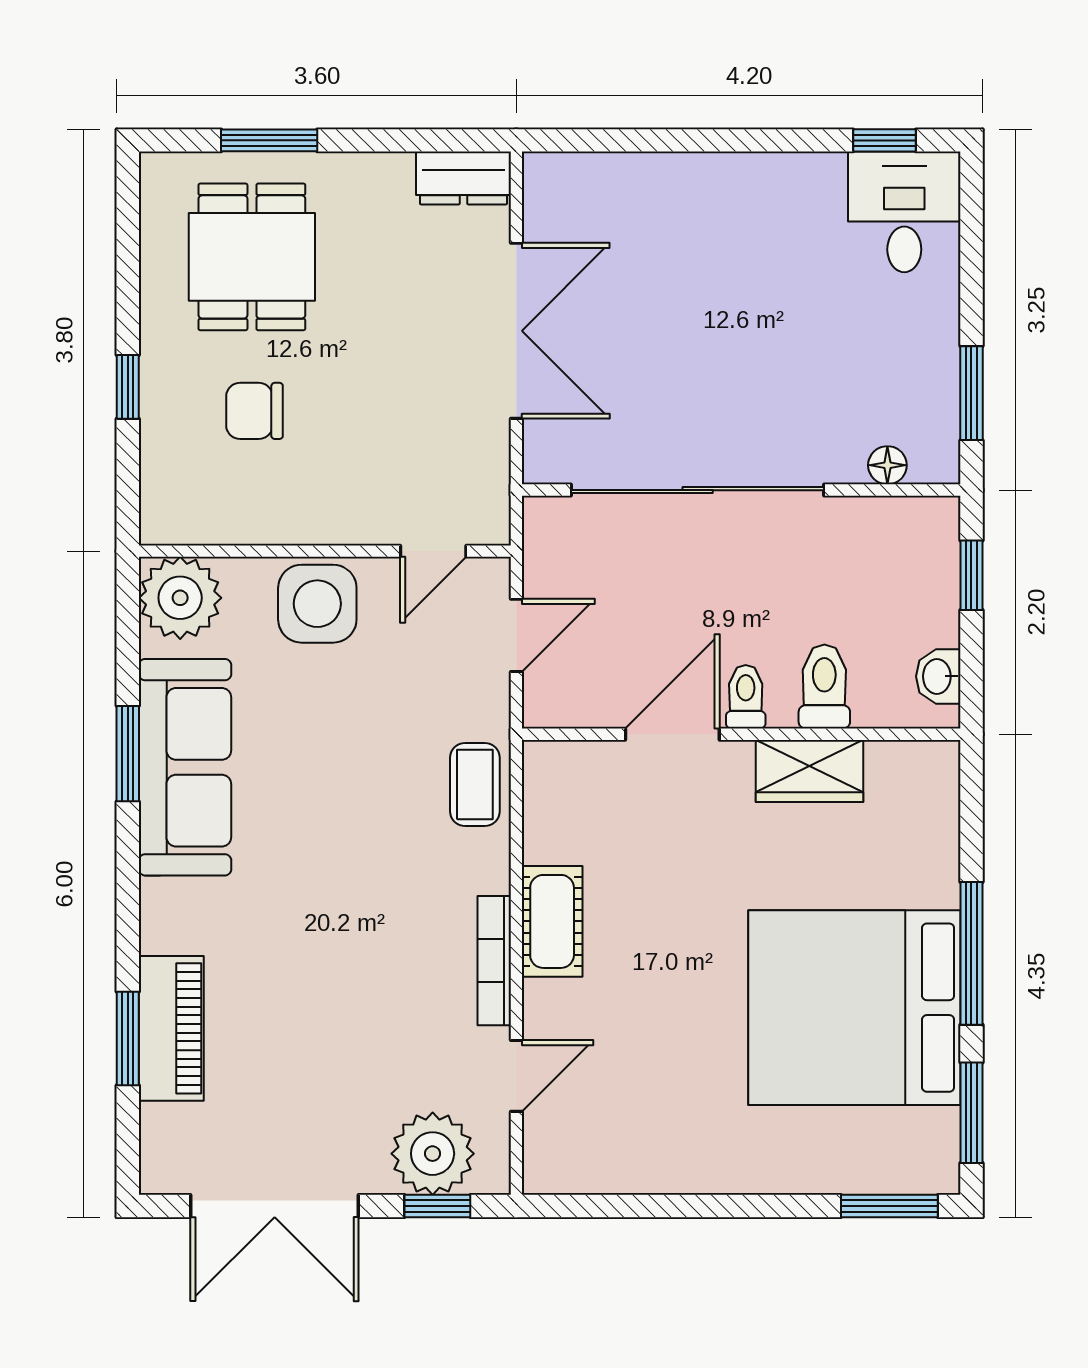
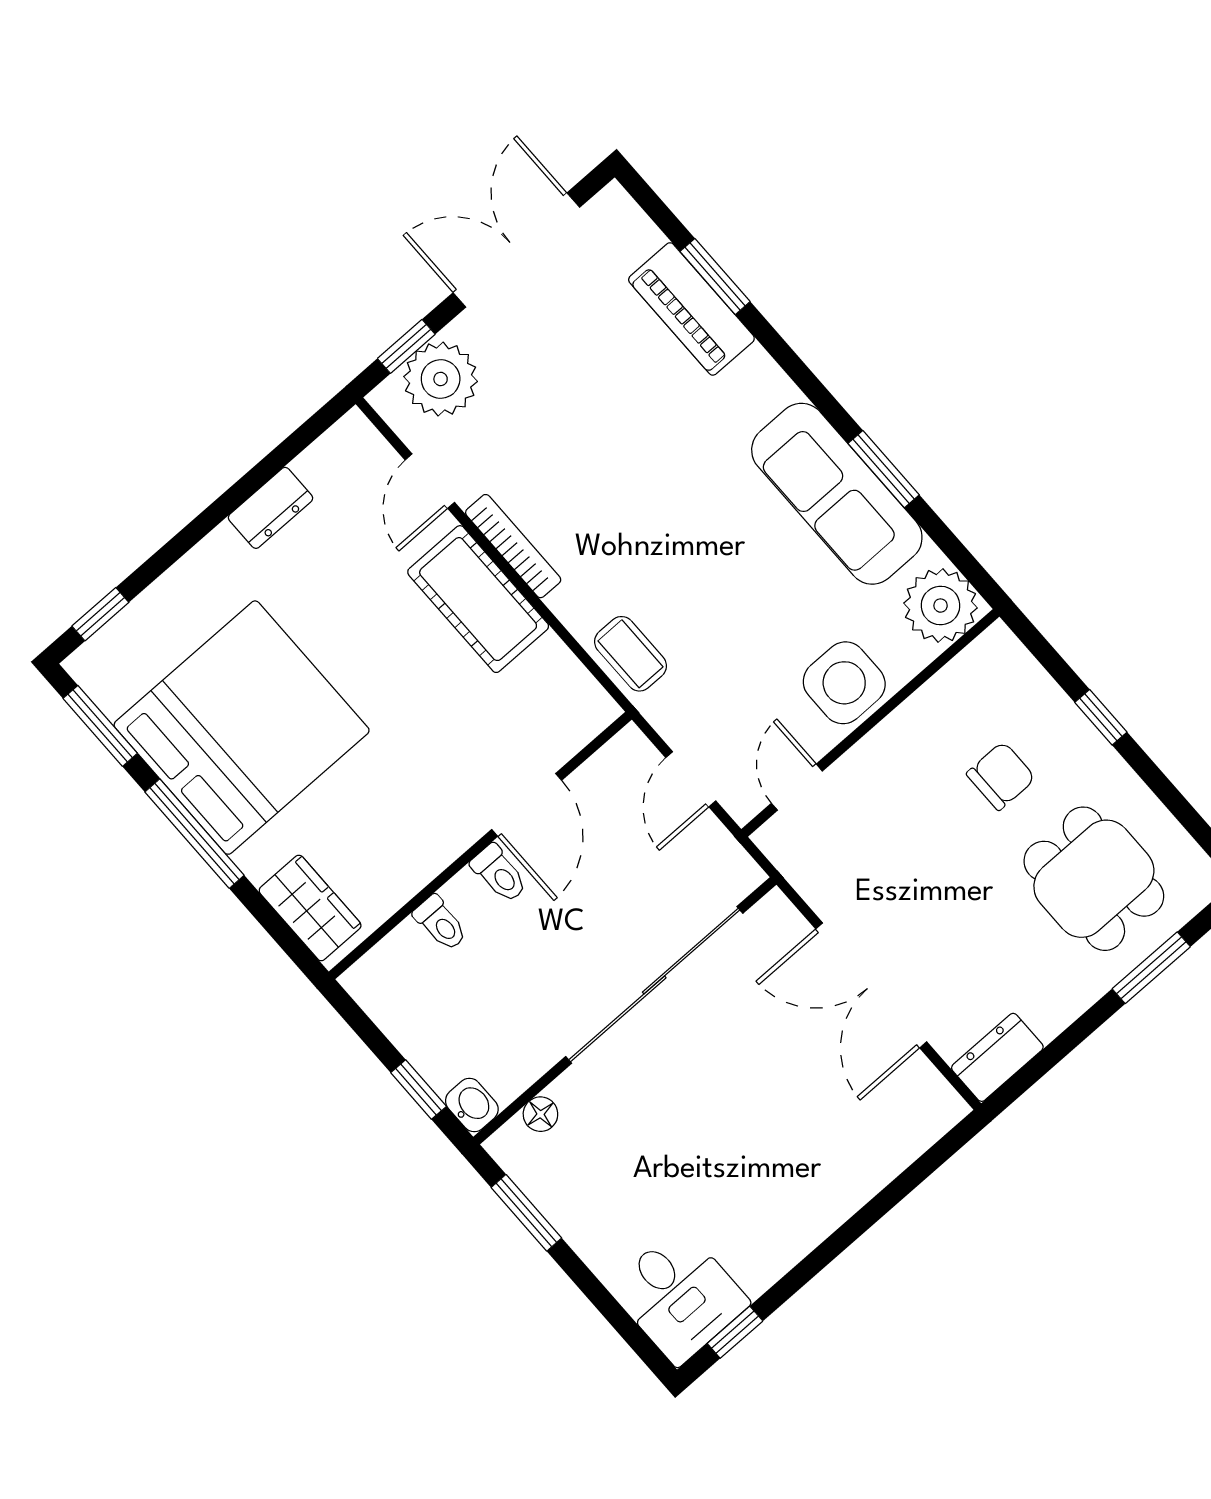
washbasin: (938, 676) -> (472, 1105), moved
toilet: (824, 687) -> (440, 923), width x0.73, depth x0.72
wardrobe: (810, 771) -> (310, 908), moved, turned 90
cot: (552, 921) -> (478, 599), width x1.37, depth x1.34
dresser: (669, 1170) -> (271, 508), added
window: (889, 1206) -> (100, 614), width x0.67

